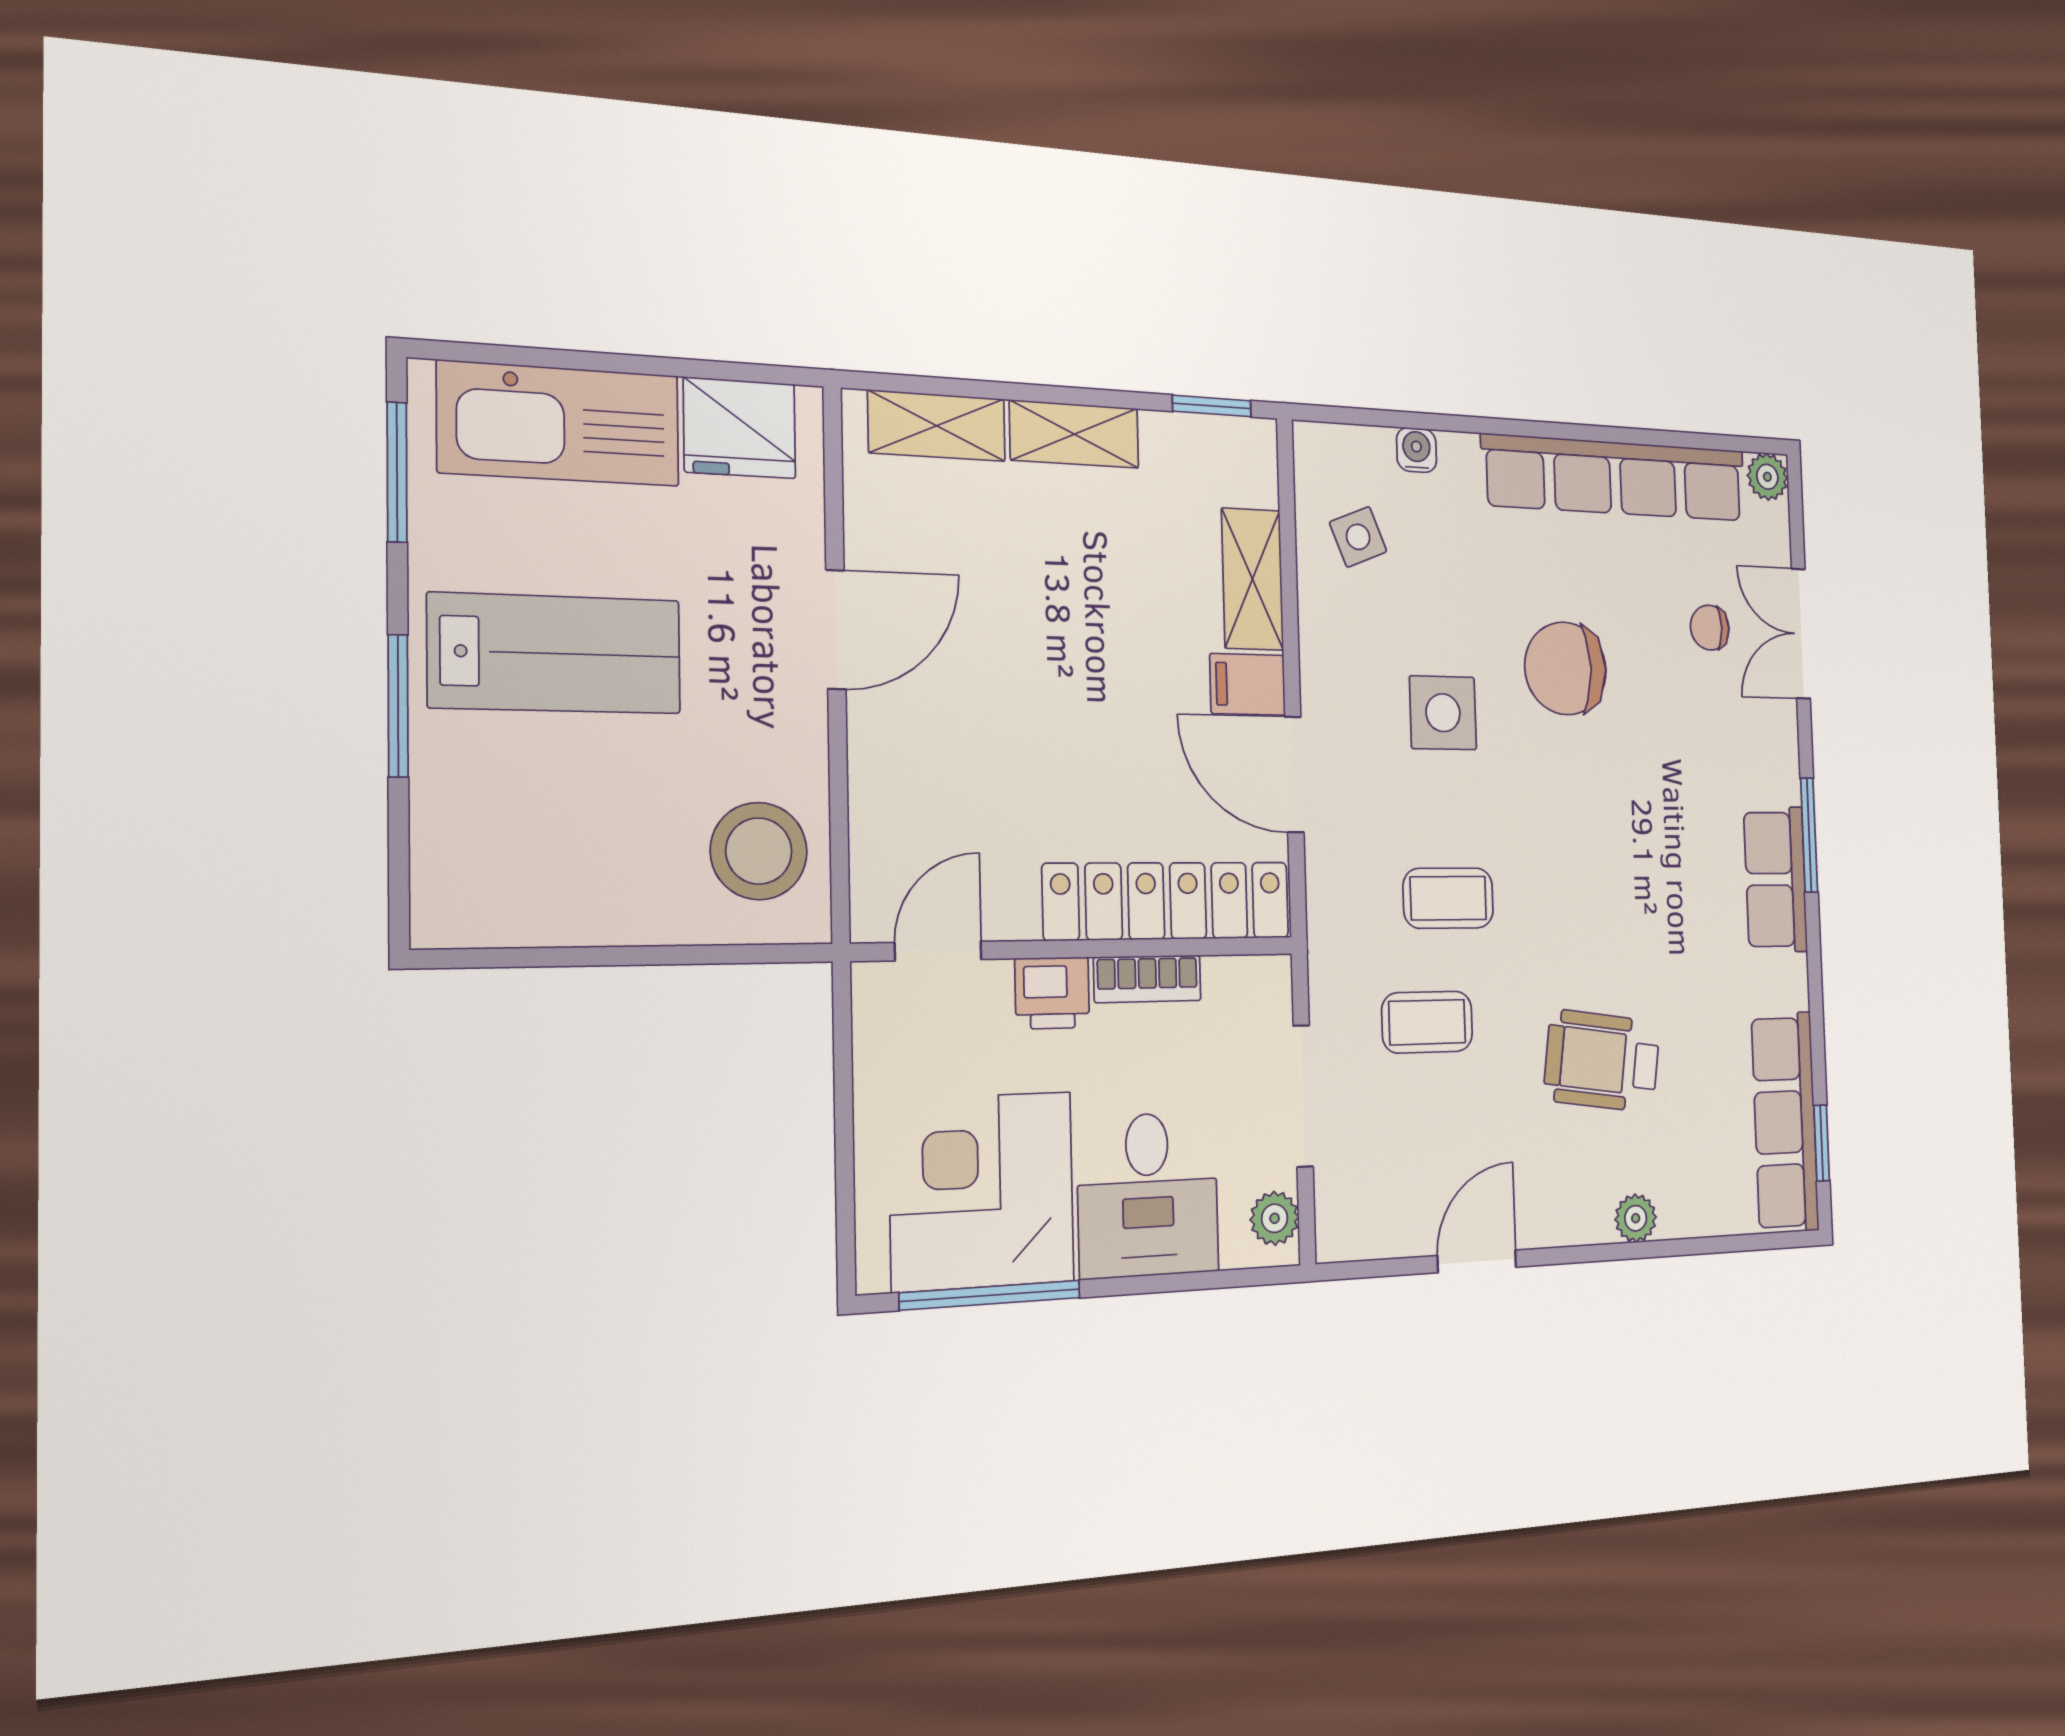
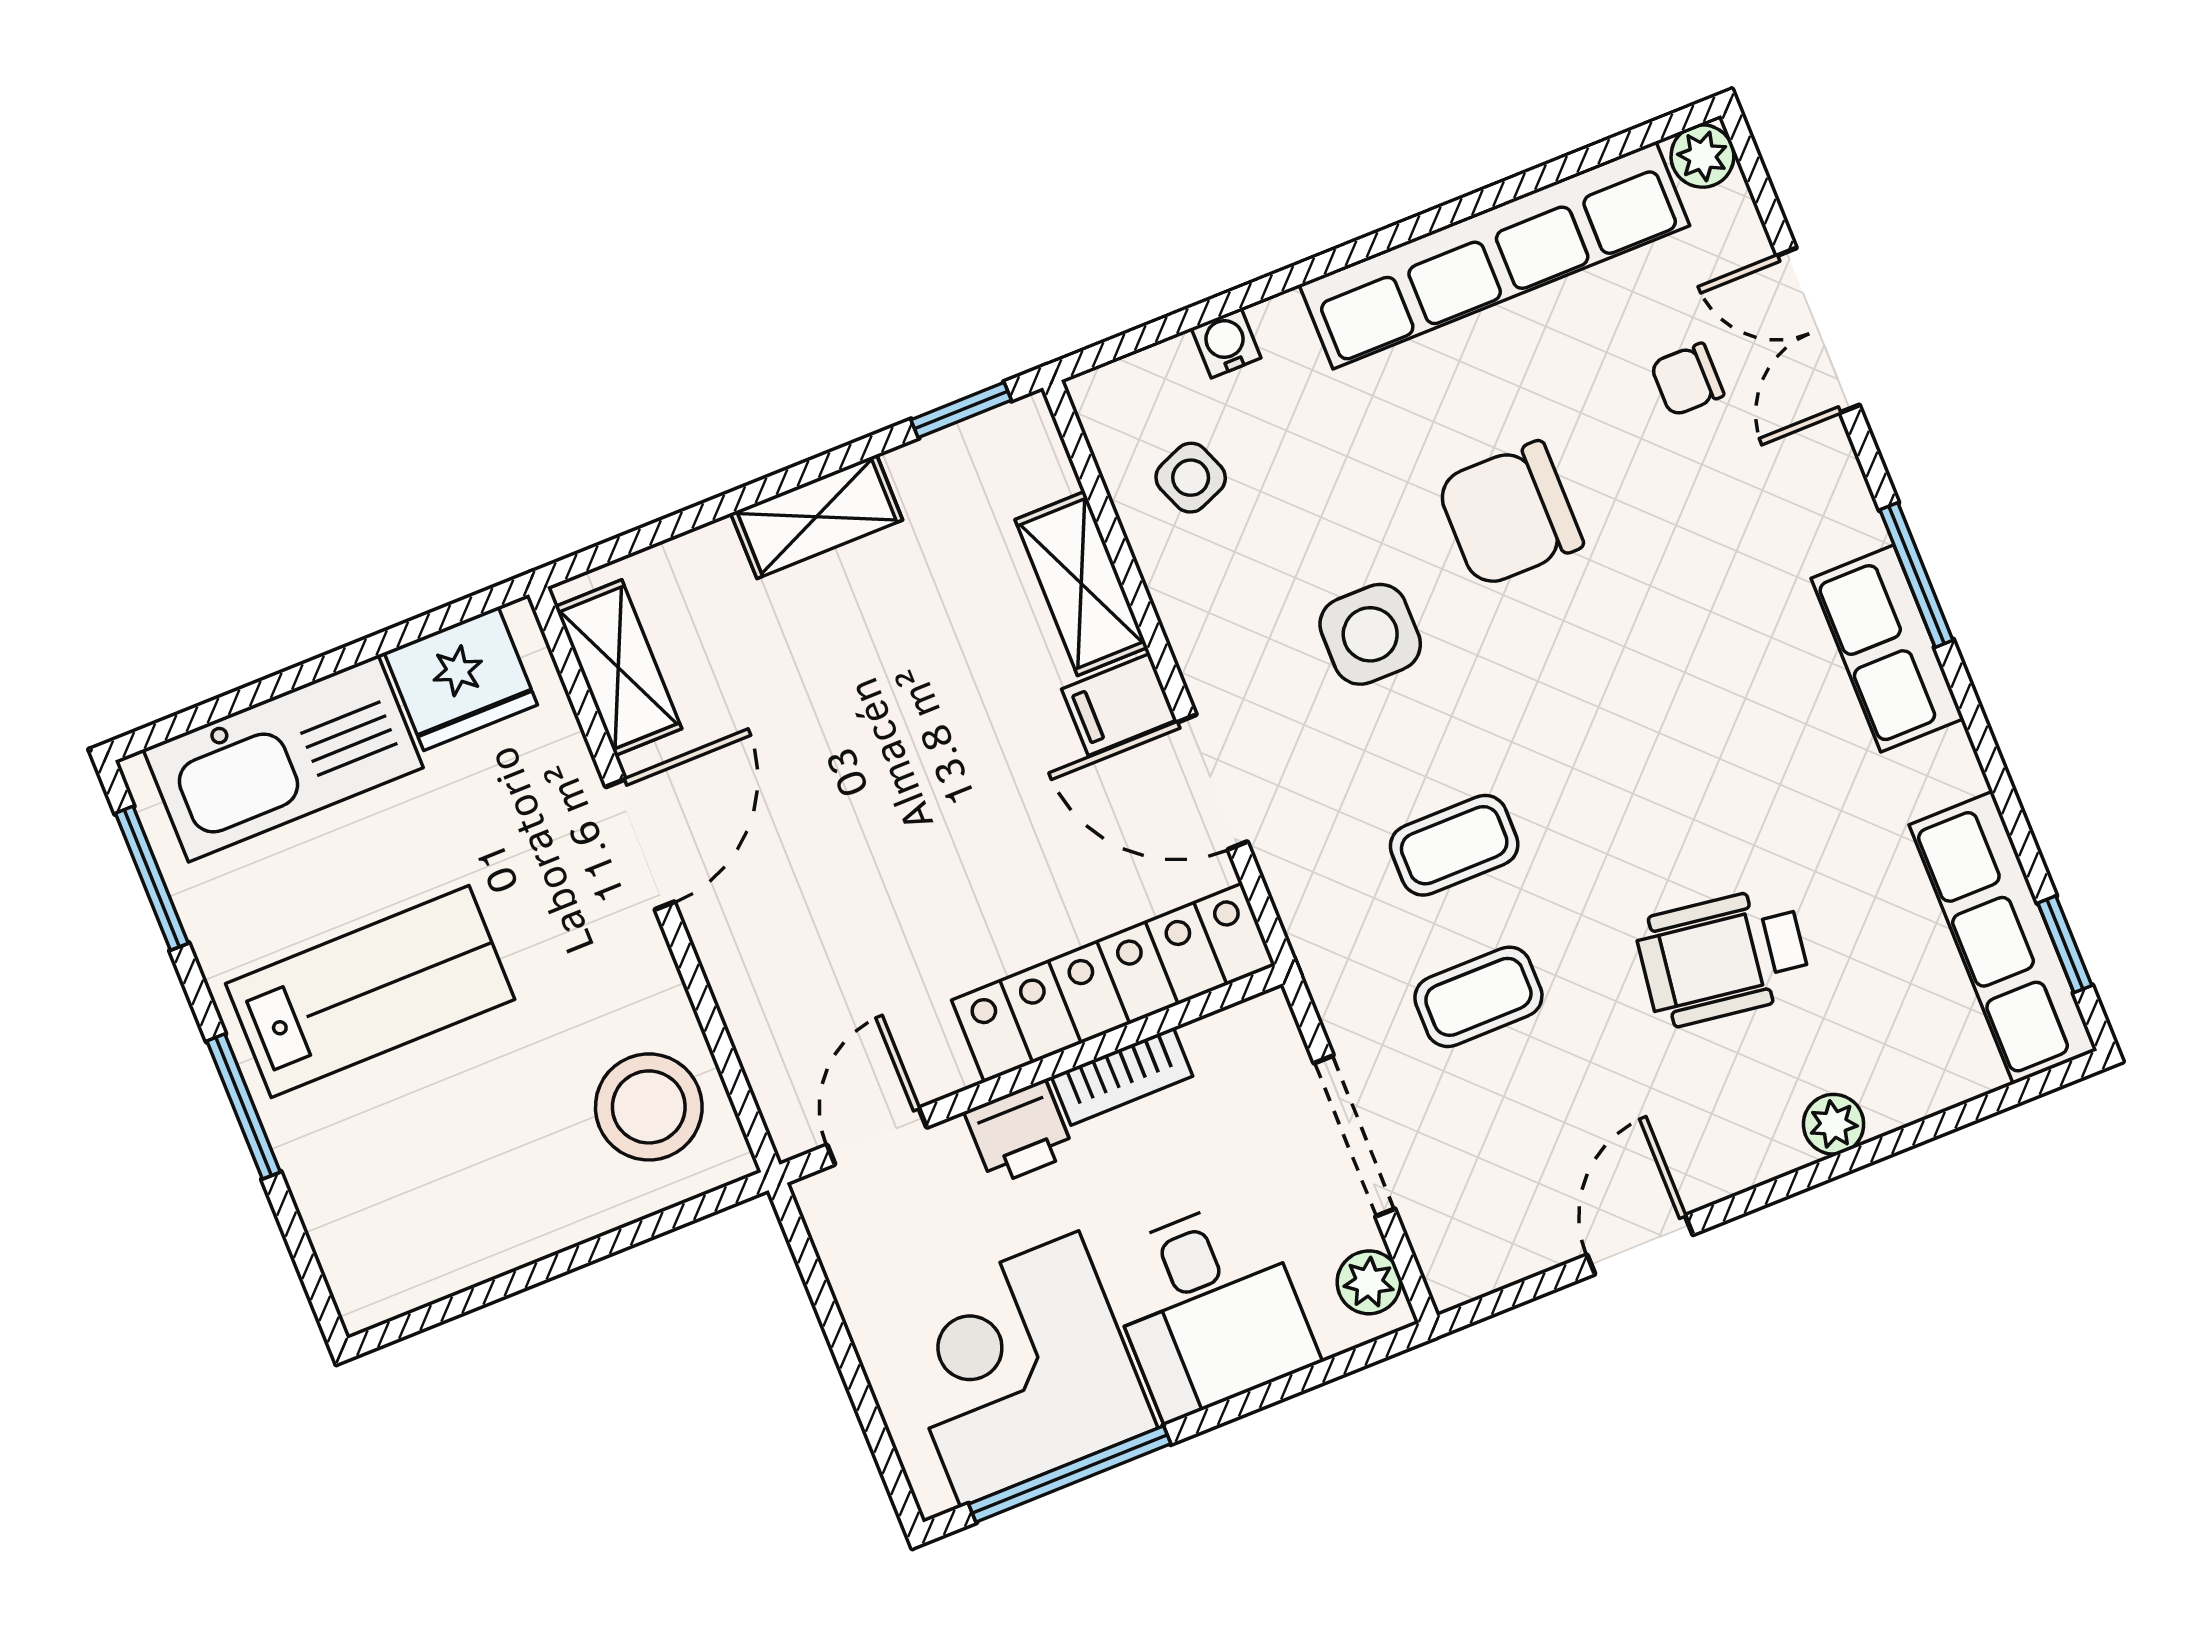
shelving: (937, 426) -> (618, 668), moved, turned 90

